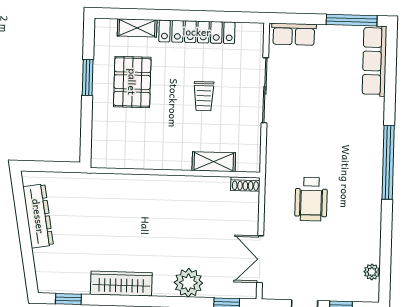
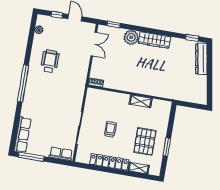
shelving: (214, 162) -> (141, 101), moved
wheelchair: (311, 199) -> (50, 61), moved
dresser: (38, 216) -> (201, 59), moved
wardrobe: (121, 284) -> (155, 40), moved

